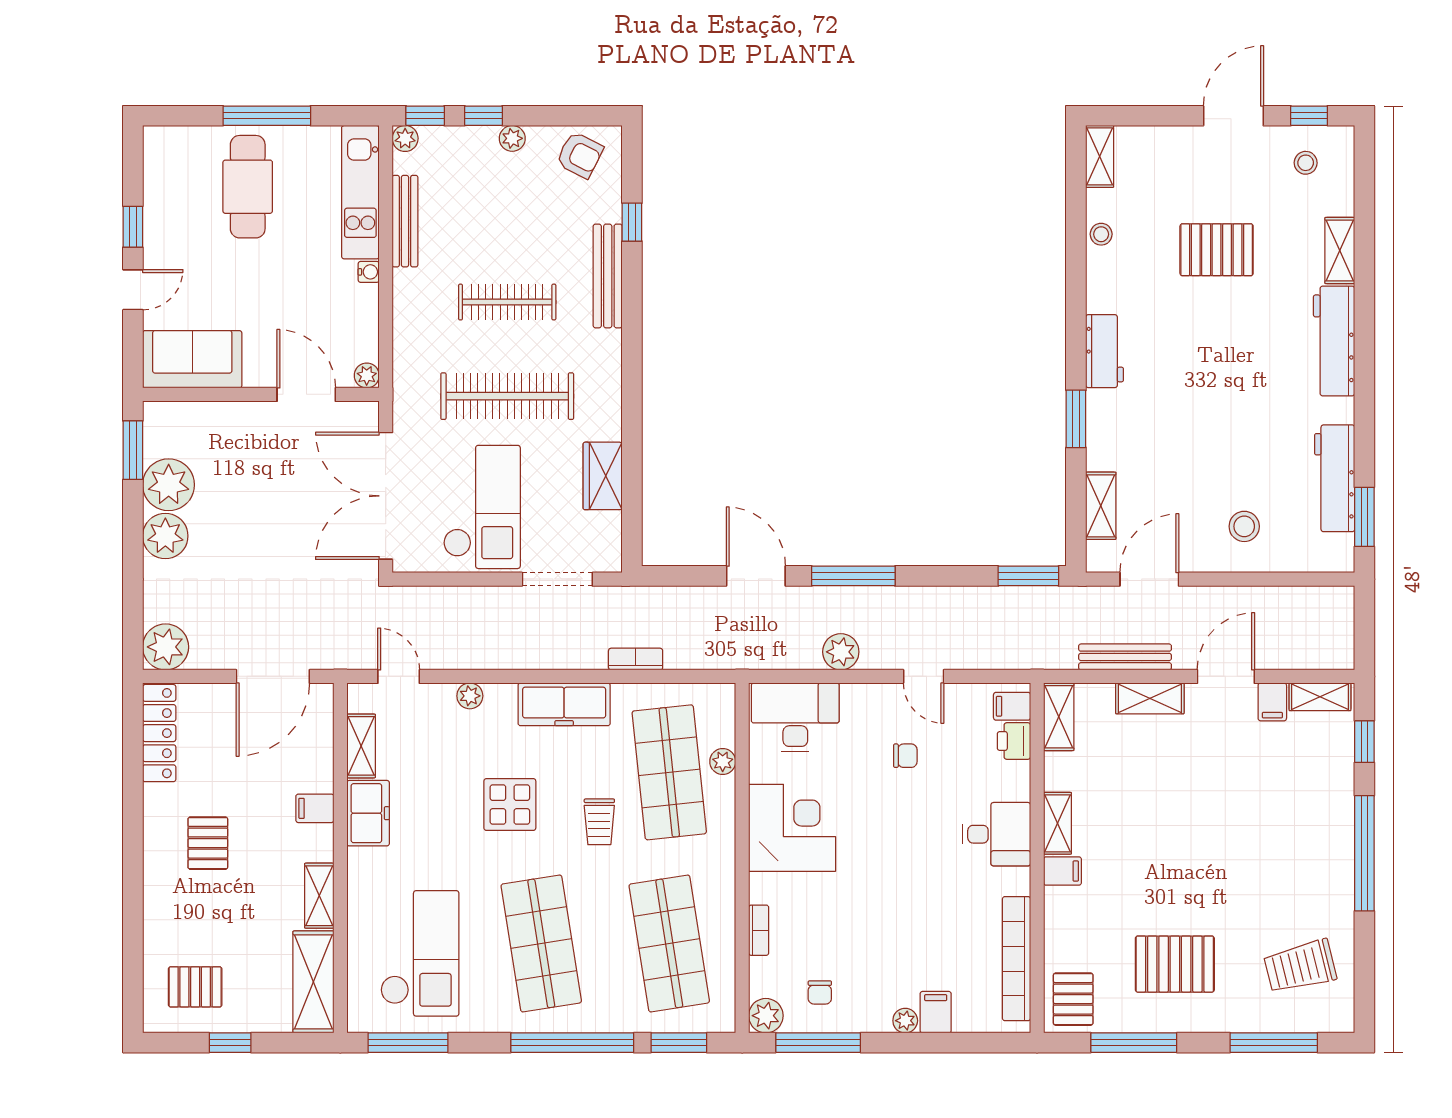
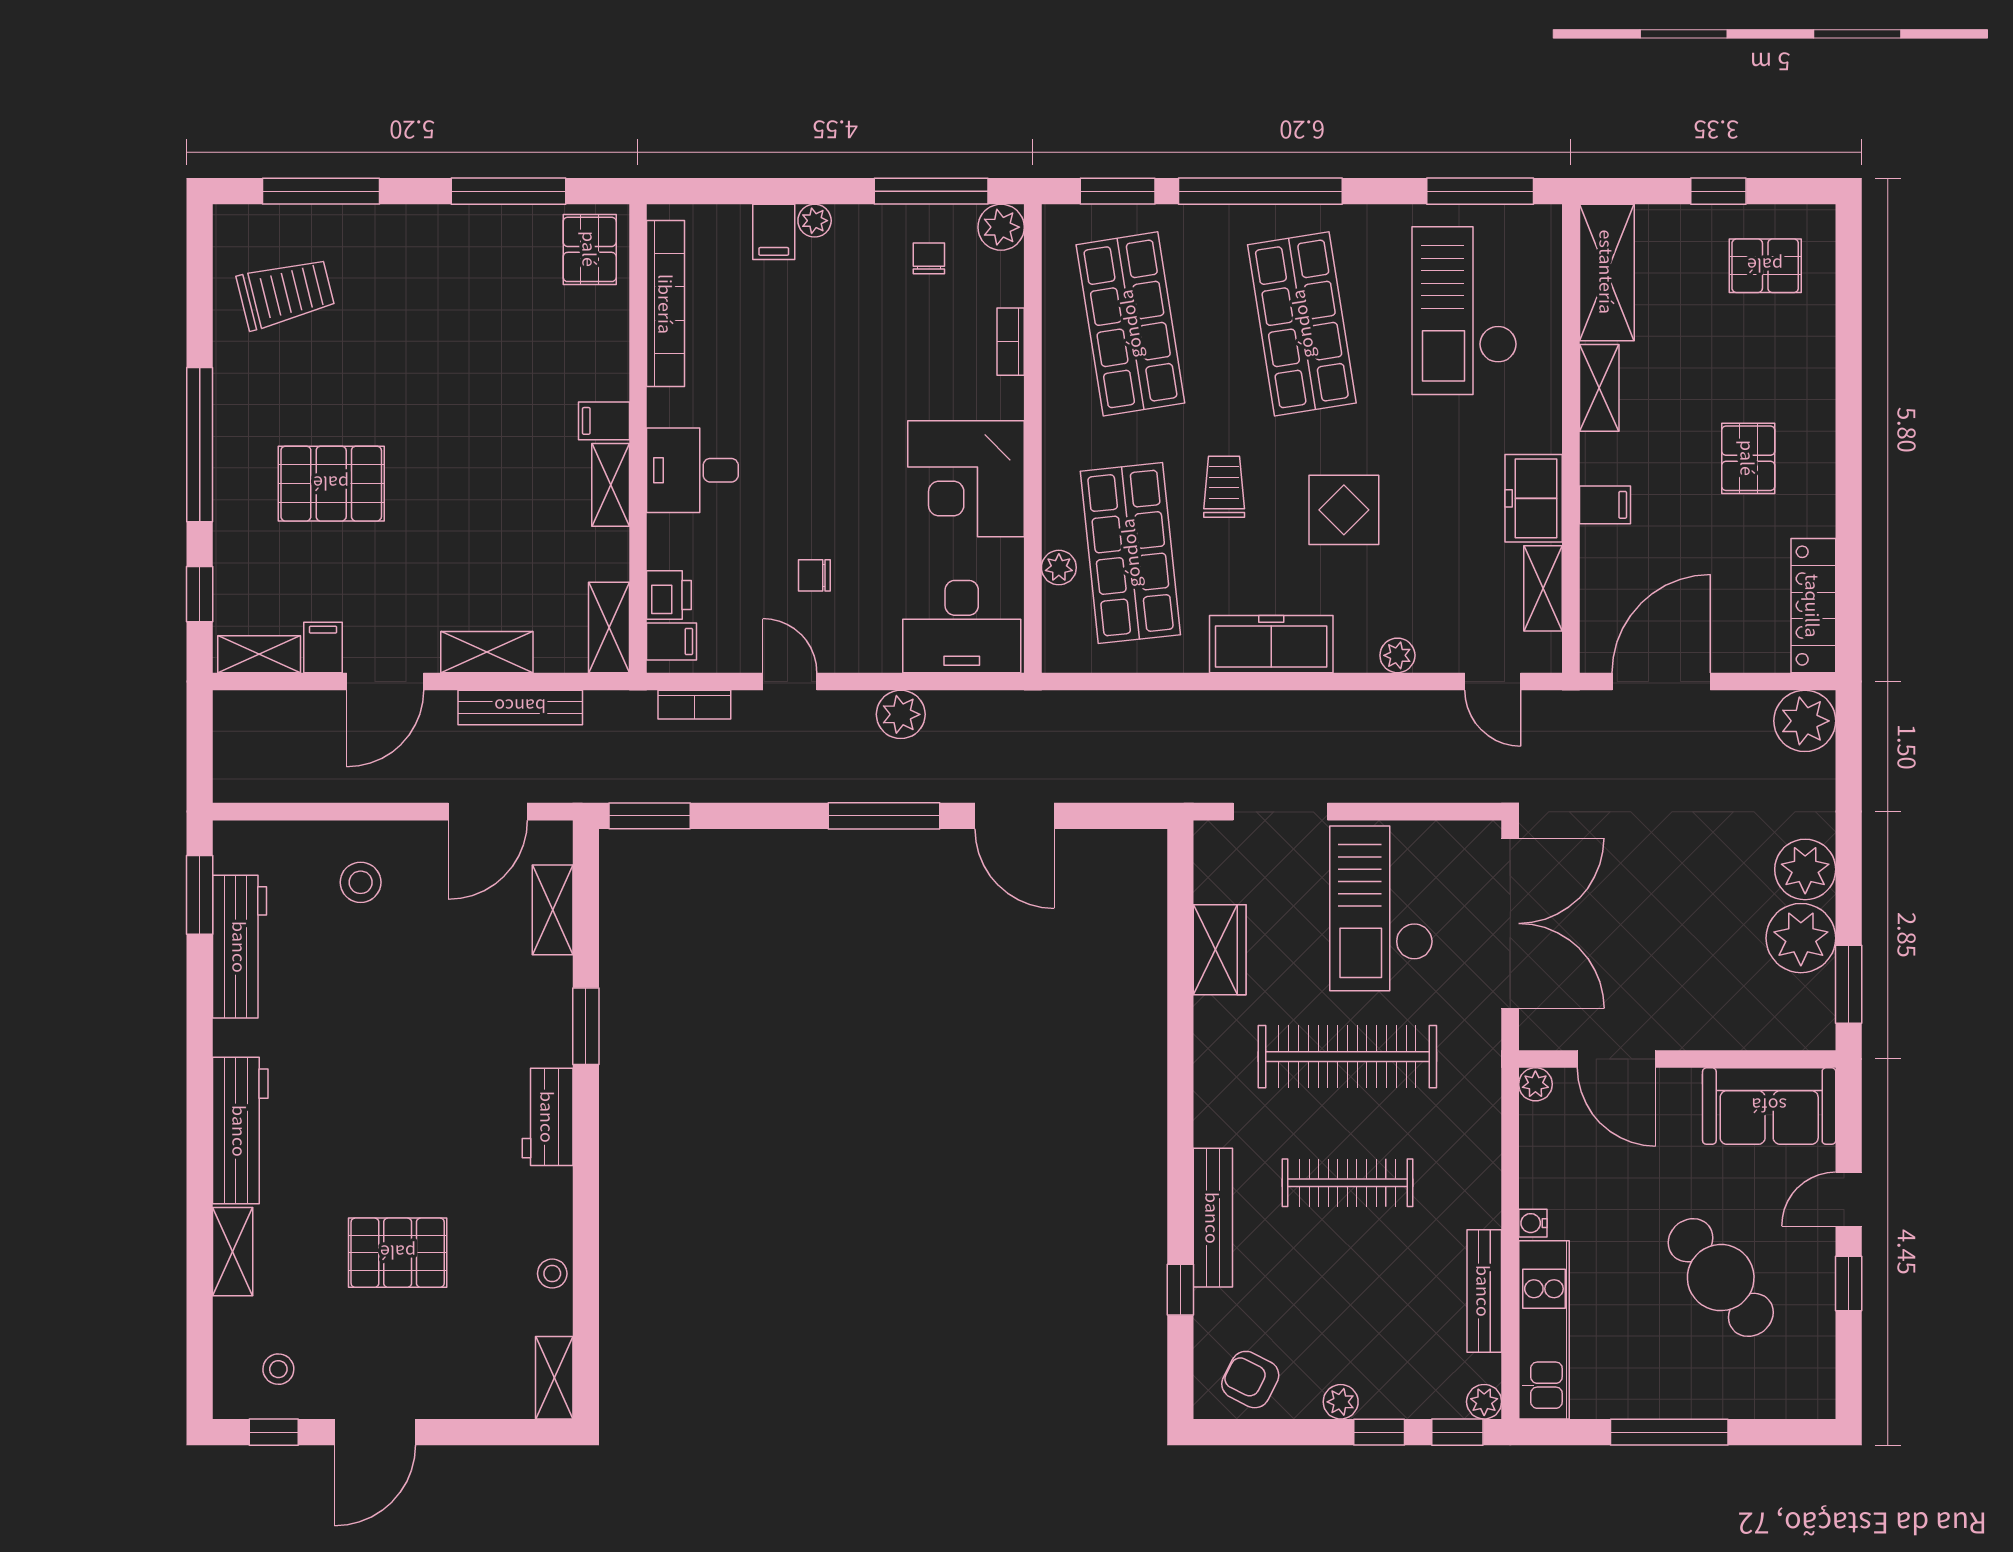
cafe table: (248, 187) -> (1721, 1278), moved, turned -39
bookcase: (636, 659) -> (694, 705), moved
pallet: (1175, 964) -> (331, 484), moved

